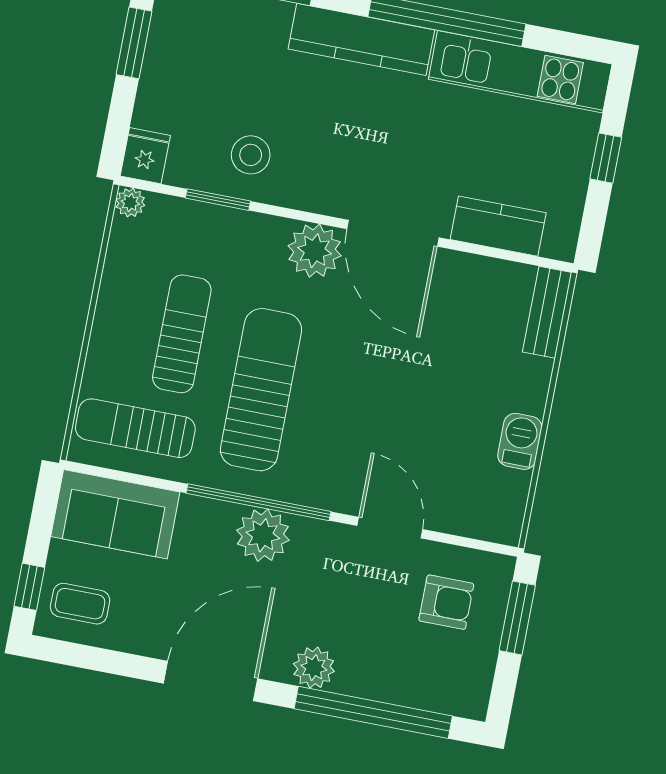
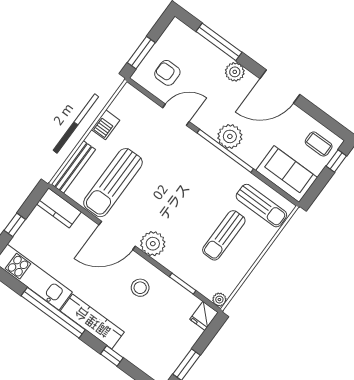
stool: (251, 155) -> (140, 288), moved
kitchen counter: (498, 226) -> (59, 208), moved
door: (393, 233) -> (117, 236), swing flipped
bench: (547, 312) -> (73, 167), width x1.36
sun lounger: (261, 390) -> (113, 183), moved
door: (390, 528) -> (176, 115), swing flipped
window: (373, 712) -> (219, 42), width x0.68

